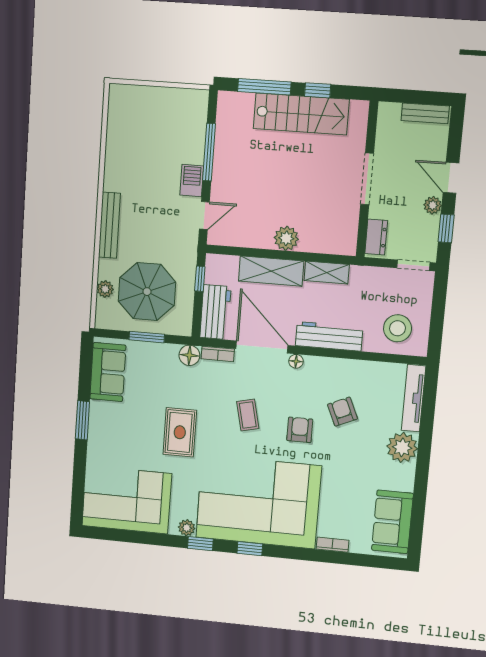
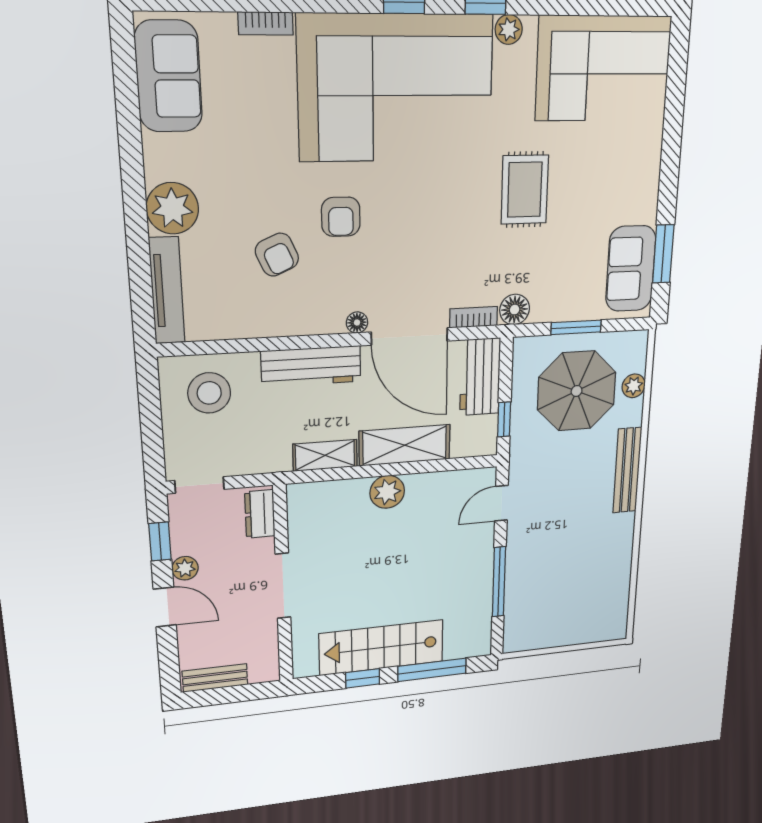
barbecue: (192, 181) -> (520, 544), removed
coffee table: (248, 415) -> (423, 230), removed
window: (82, 420) -> (663, 254), moved

